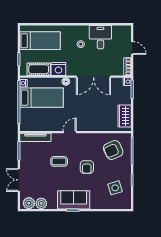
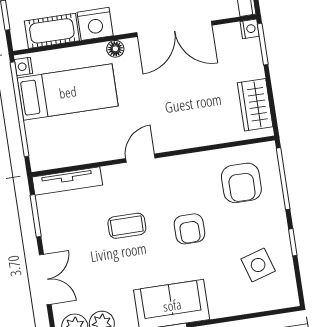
armchair: (113, 150) -> (241, 183), turned -66
double door: (19, 180) -> (45, 279), swing flipped

